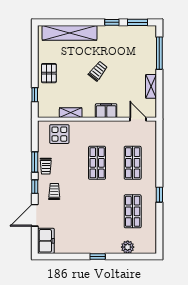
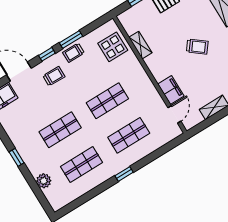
filing cabinet: (106, 111) -> (171, 90), moved
window: (159, 195) -> (124, 174), moved
shop shelf: (97, 211) -> (60, 130), added

